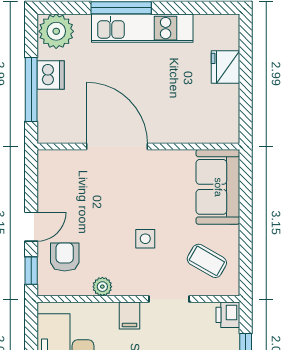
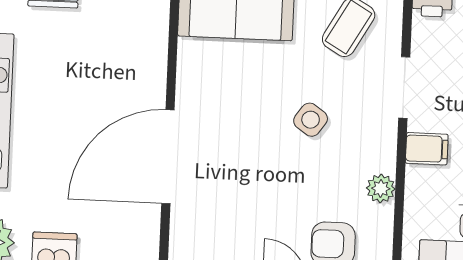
side table: (145, 239) -> (311, 120), turned 35

